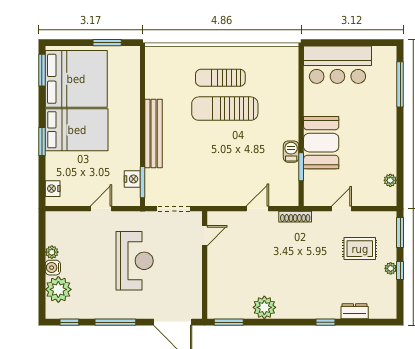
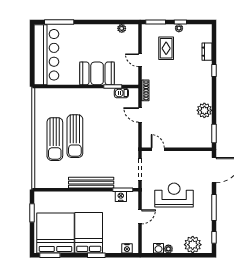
bar counter: (337, 65) -> (46, 55), width x1.36
sun lounger: (220, 78) -> (55, 139), width x1.36, depth x1.34
barbecue: (291, 152) -> (121, 93), moved
door: (101, 209) -> (140, 217), swing flipped
water cooler: (53, 268) -> (158, 248), moved

